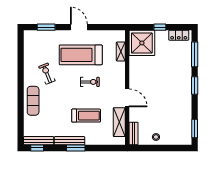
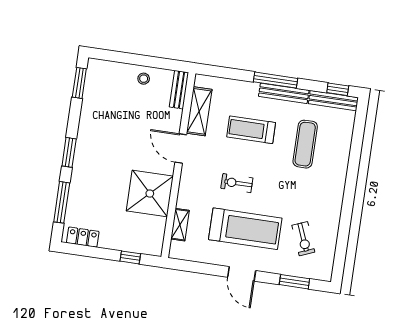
window: (160, 27) -> (130, 257), moved
shower: (142, 43) -> (150, 194), moved
exercise bike: (47, 74) -> (303, 239), moved
exercise mat: (33, 101) -> (305, 144), moved
window: (76, 148) -> (275, 80), width x1.44

